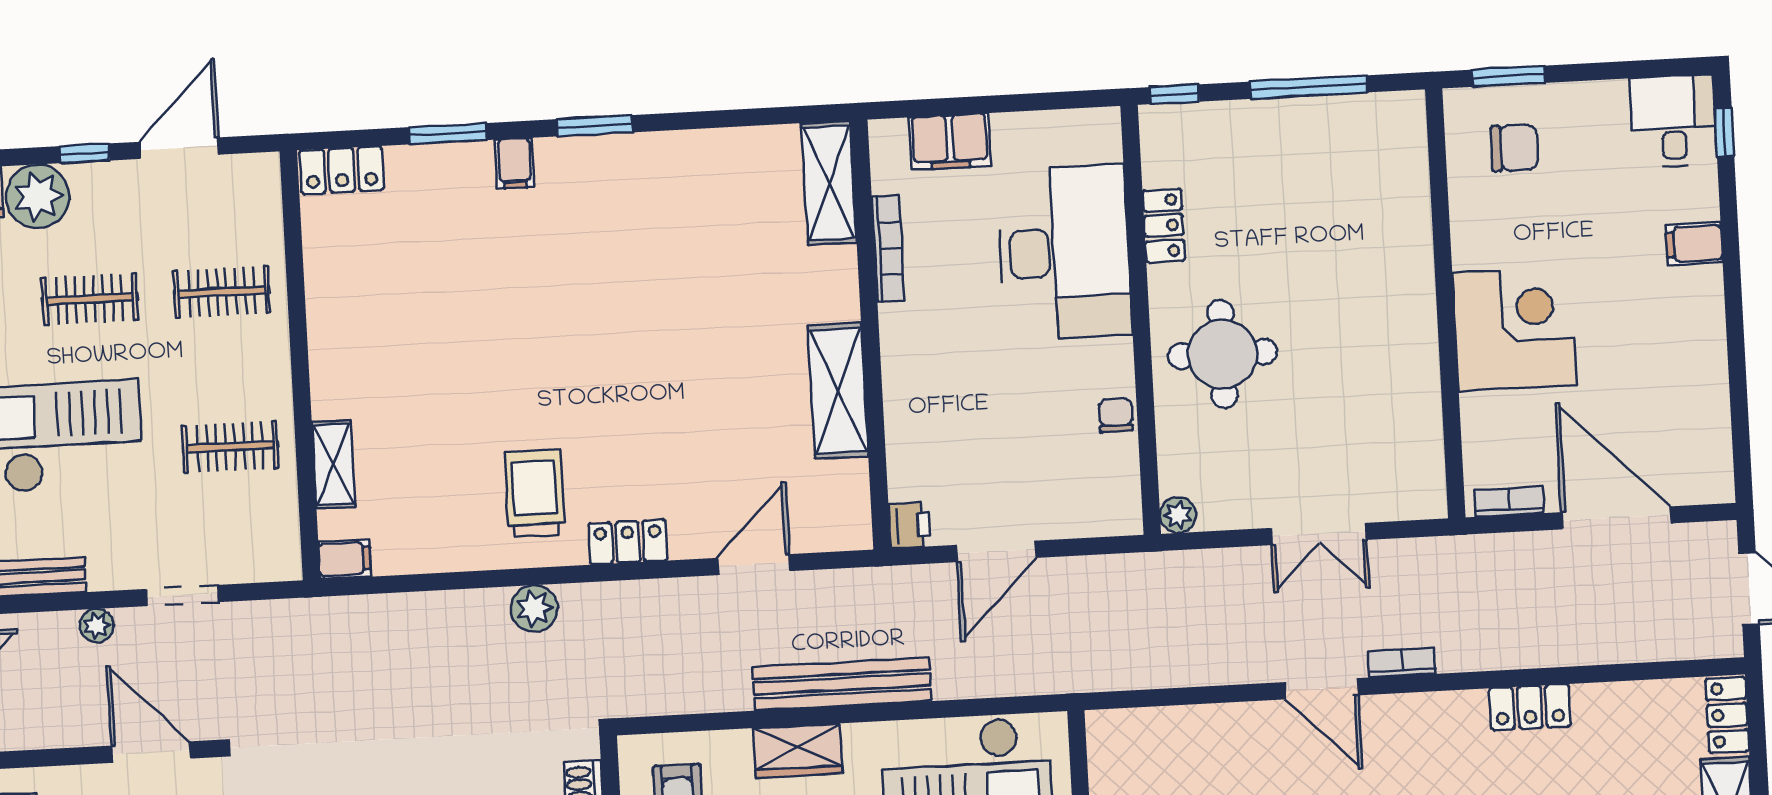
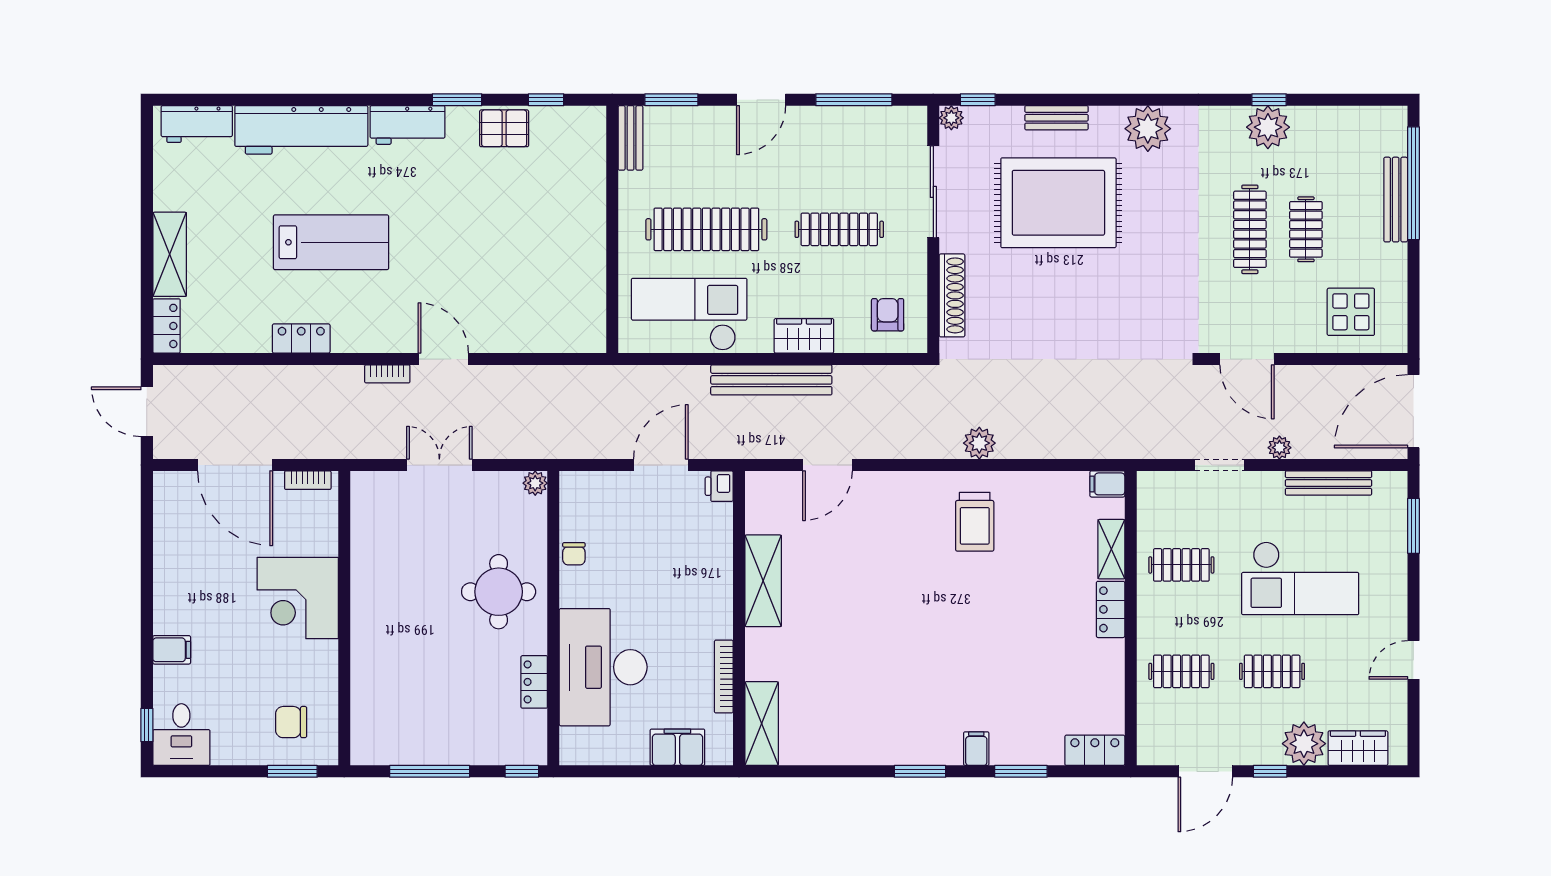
locker: (628, 542) -> (1111, 609), moved, turned 90

